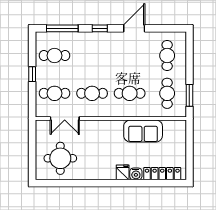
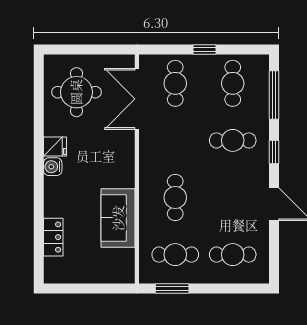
cafe table: (92, 93) -> (233, 140), moved, turned 90
double door: (65, 119) -> (137, 99), width x1.37
fridge: (123, 172) -> (55, 146), moved
water cooler: (136, 174) -> (53, 167), moved
locker: (162, 174) -> (53, 237), width x0.66

